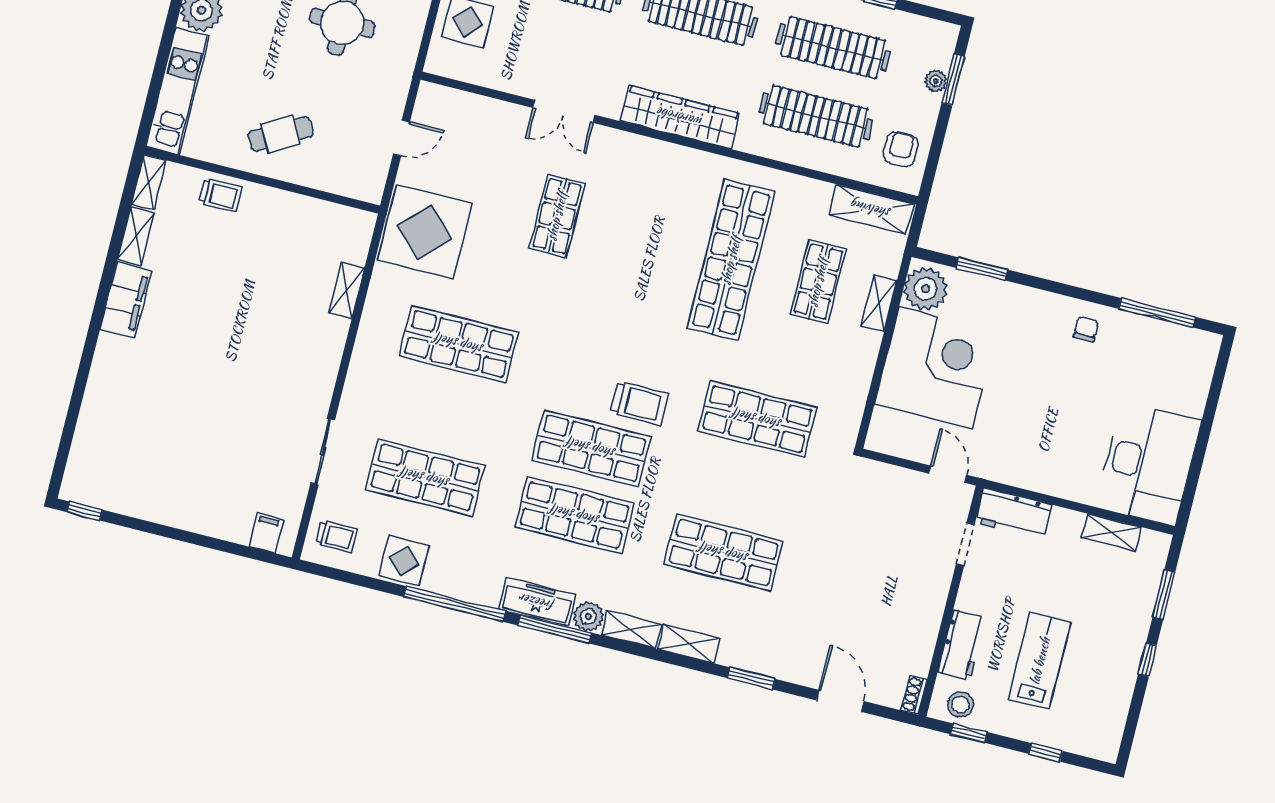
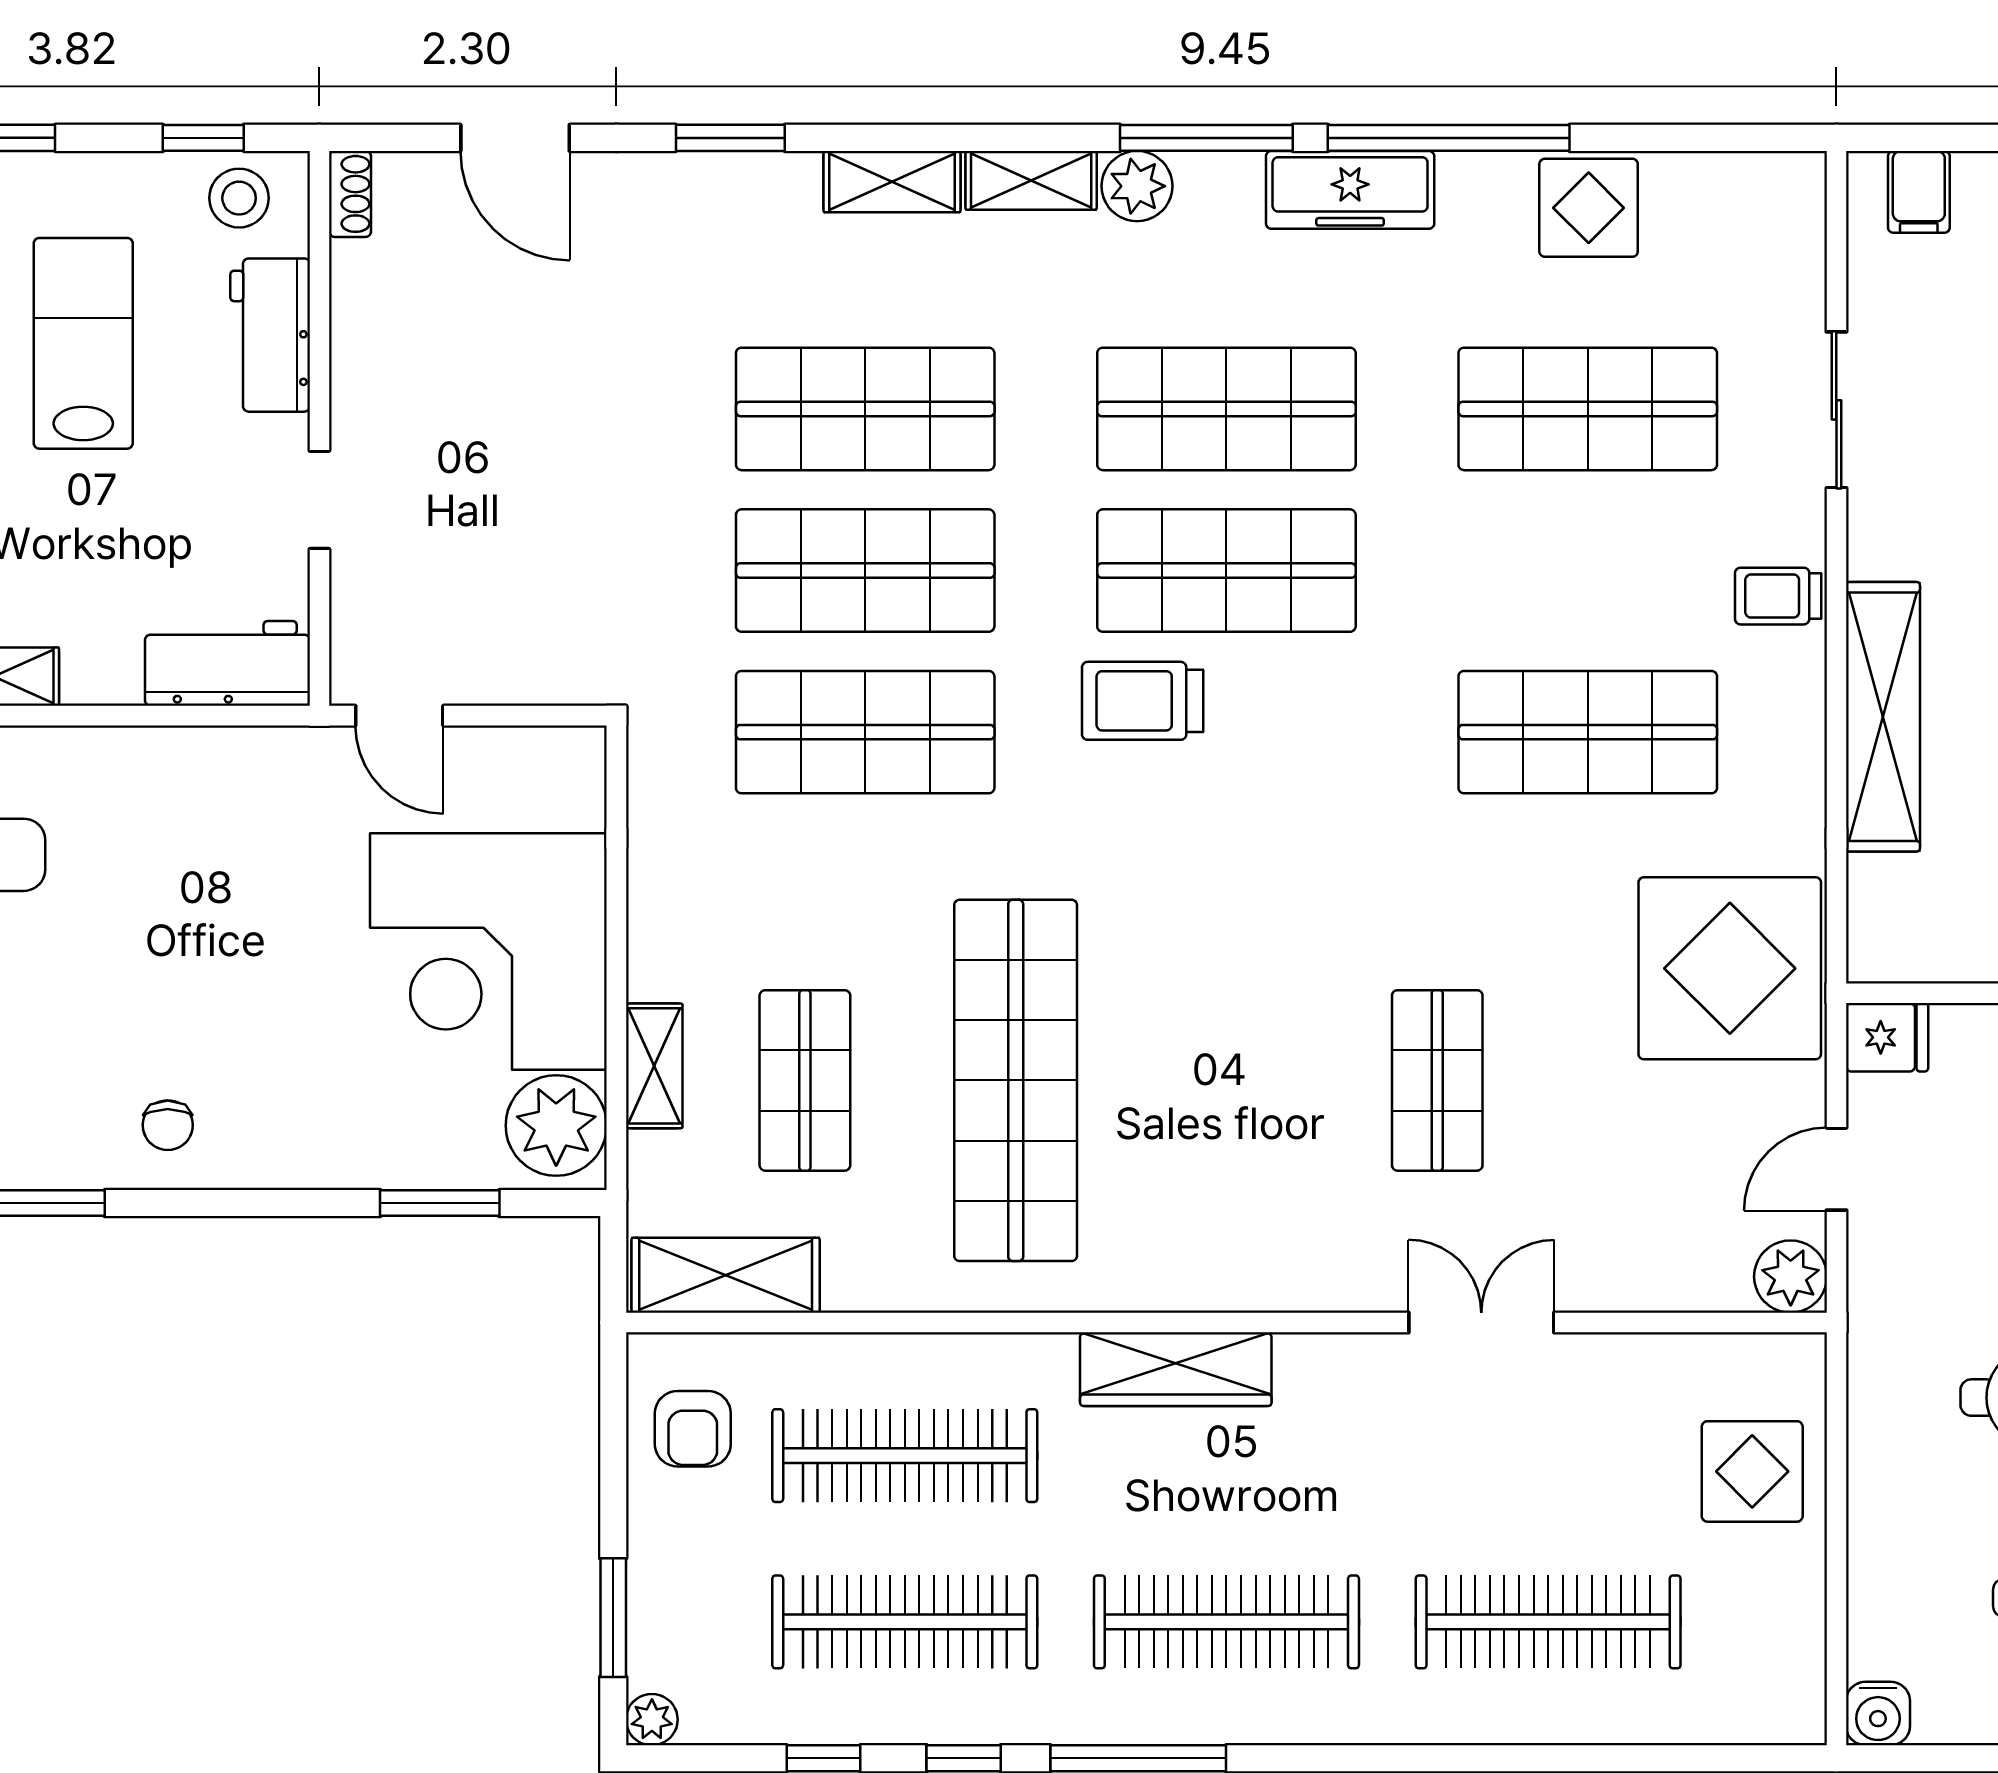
plant: (936, 81) -> (652, 1720), moved
plant: (432, 98) -> (1791, 1277), added
wardrobe: (680, 117) -> (1176, 1369), width x0.71, depth x0.85
fridge: (367, 187) -> (1887, 1037), added
shelving: (347, 290) -> (1883, 717), width x2.20, depth x1.33
shop shelf: (740, 486) -> (865, 571), added
trolley: (336, 536) -> (1778, 596), moved
doorway: (965, 544) -> (319, 500), moved
freezer: (537, 602) -> (1350, 190), moved
lab bench: (1040, 661) -> (83, 343), turned 180

